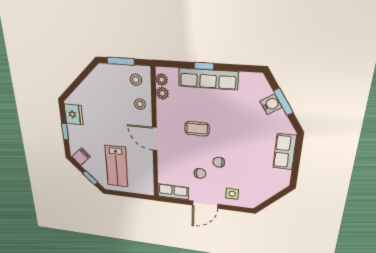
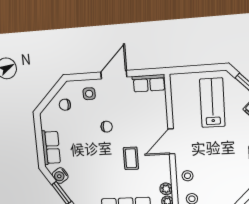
water cooler: (271, 104) -> (60, 176), moved
coffee table: (197, 129) -> (131, 158), turned 90
door: (155, 139) -> (171, 141), swing flipped
chair: (200, 173) -> (65, 105), moved

